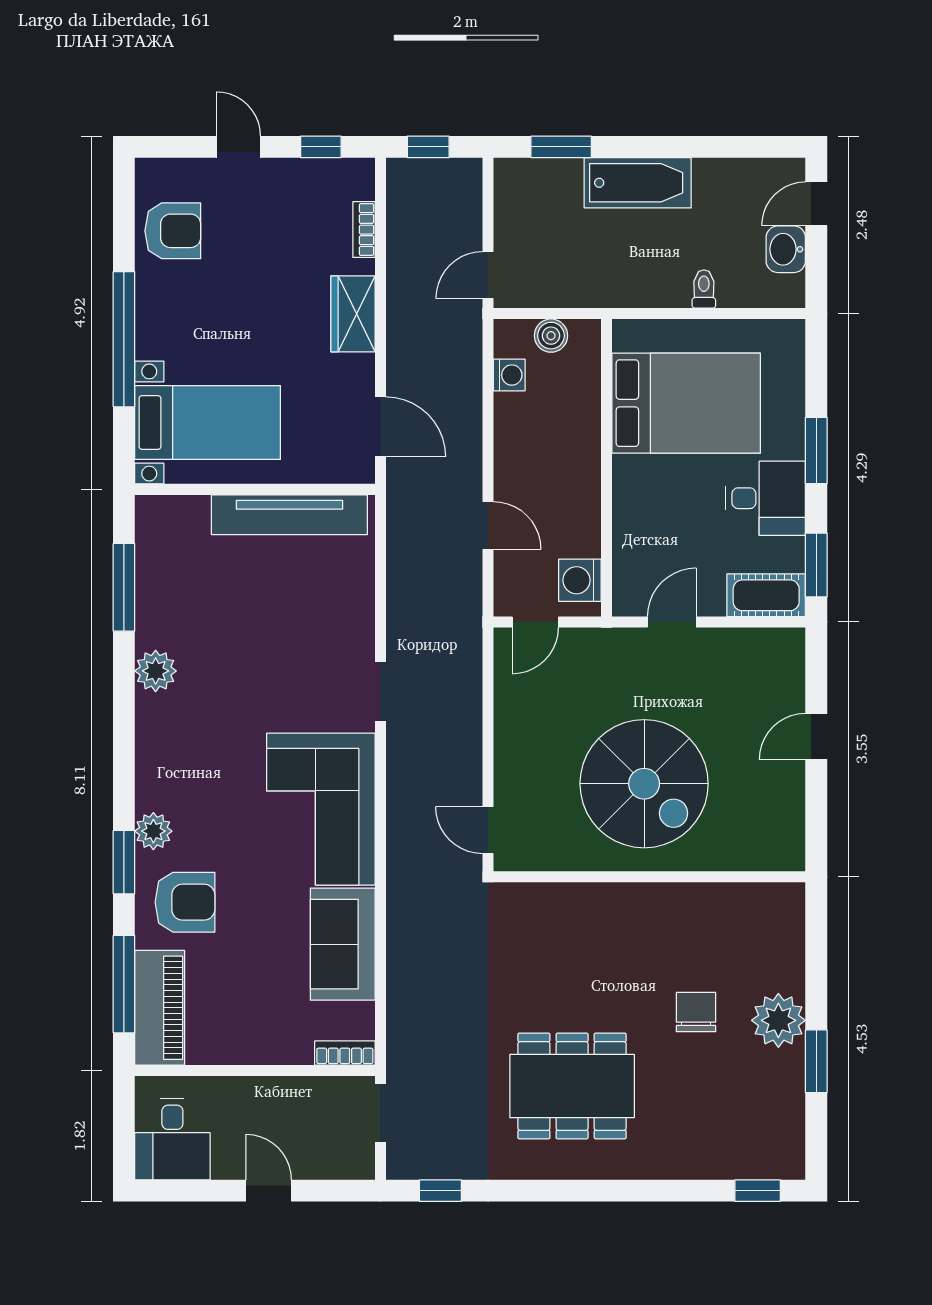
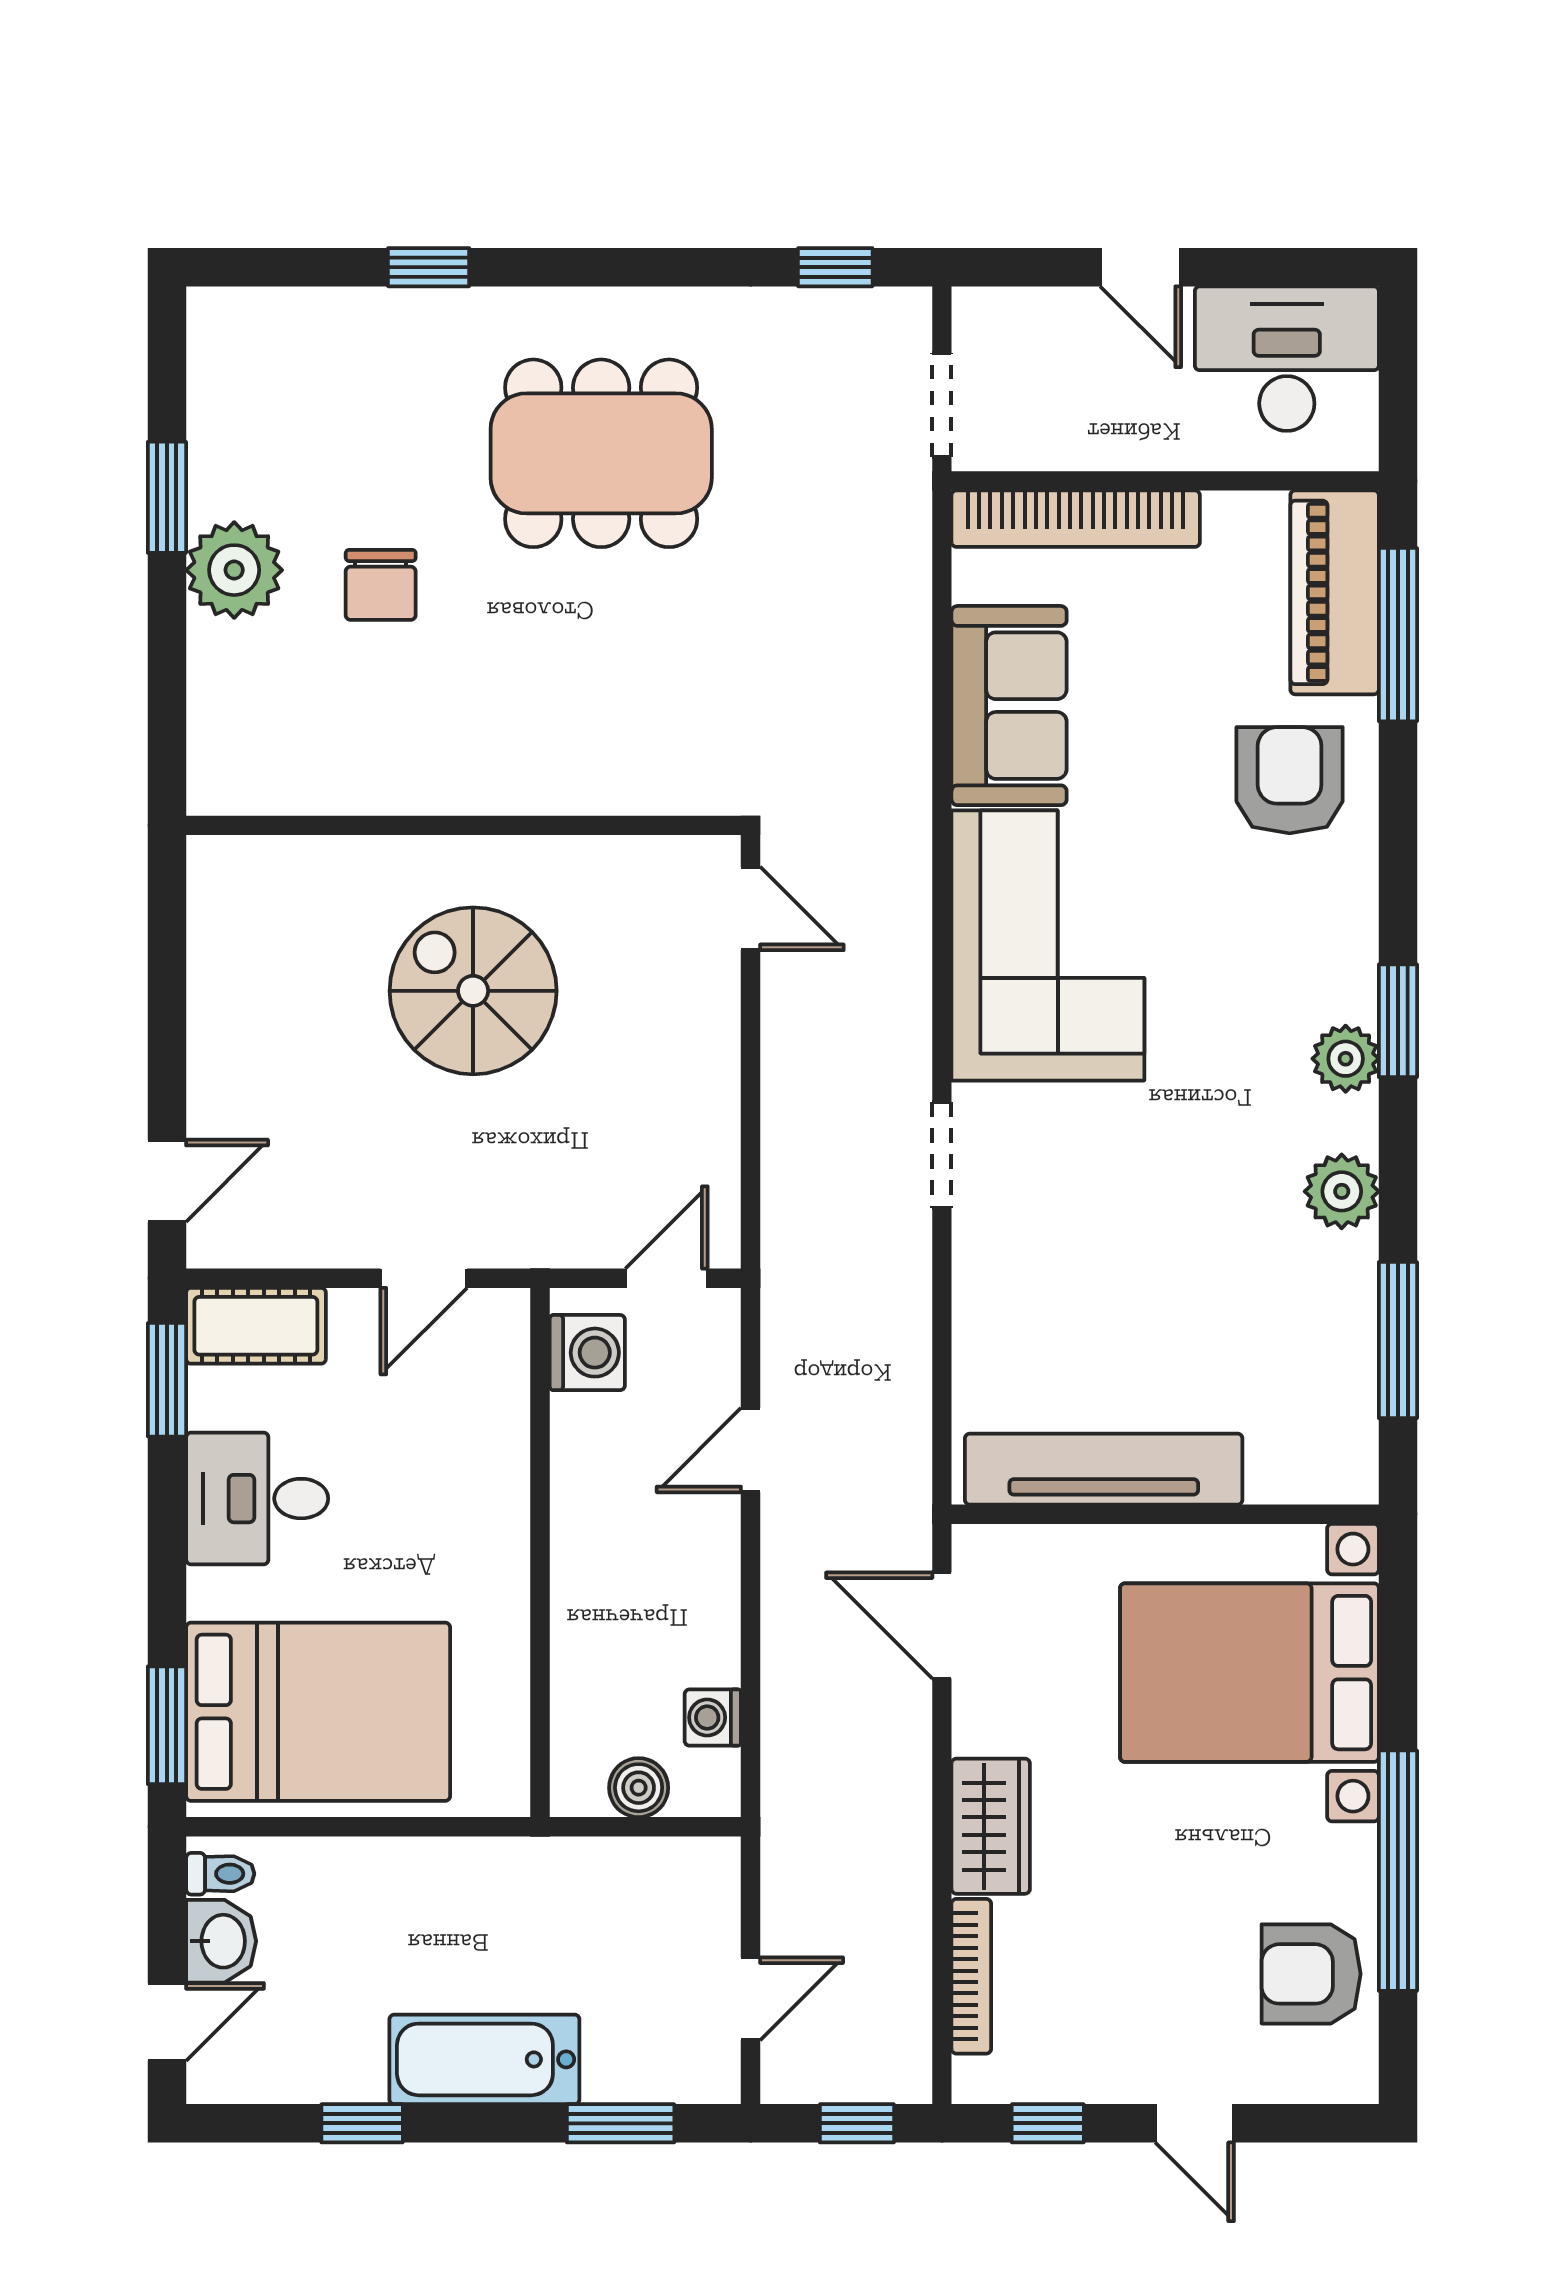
window: (707, 147) -> (362, 2123), added
bookcase: (364, 230) -> (971, 1976), width x1.56
door: (488, 275) -> (751, 1999), moved
toilet: (704, 289) -> (220, 1874), moved, turned -90
window: (124, 339) -> (1398, 1871), moved
bed: (686, 403) -> (318, 1712), moved, turned 180
bed with nightstands: (207, 422) -> (1249, 1673), width x1.36
window: (816, 451) -> (167, 1725), moved
door: (488, 525) -> (751, 1450), hinge flipped
door: (816, 736) -> (167, 1181), moved
spiral stairs: (644, 784) -> (473, 991), width x0.73, depth x0.73
plant: (153, 831) -> (1346, 1059), moved
window: (124, 862) -> (1398, 1021), moved
armchair: (185, 902) -> (1290, 780), turned 90
bookcase: (345, 1053) -> (1076, 519), width x2.31, depth x1.31
desk: (172, 1139) -> (1287, 359), width x1.37
window: (758, 1191) -> (429, 267), moved

